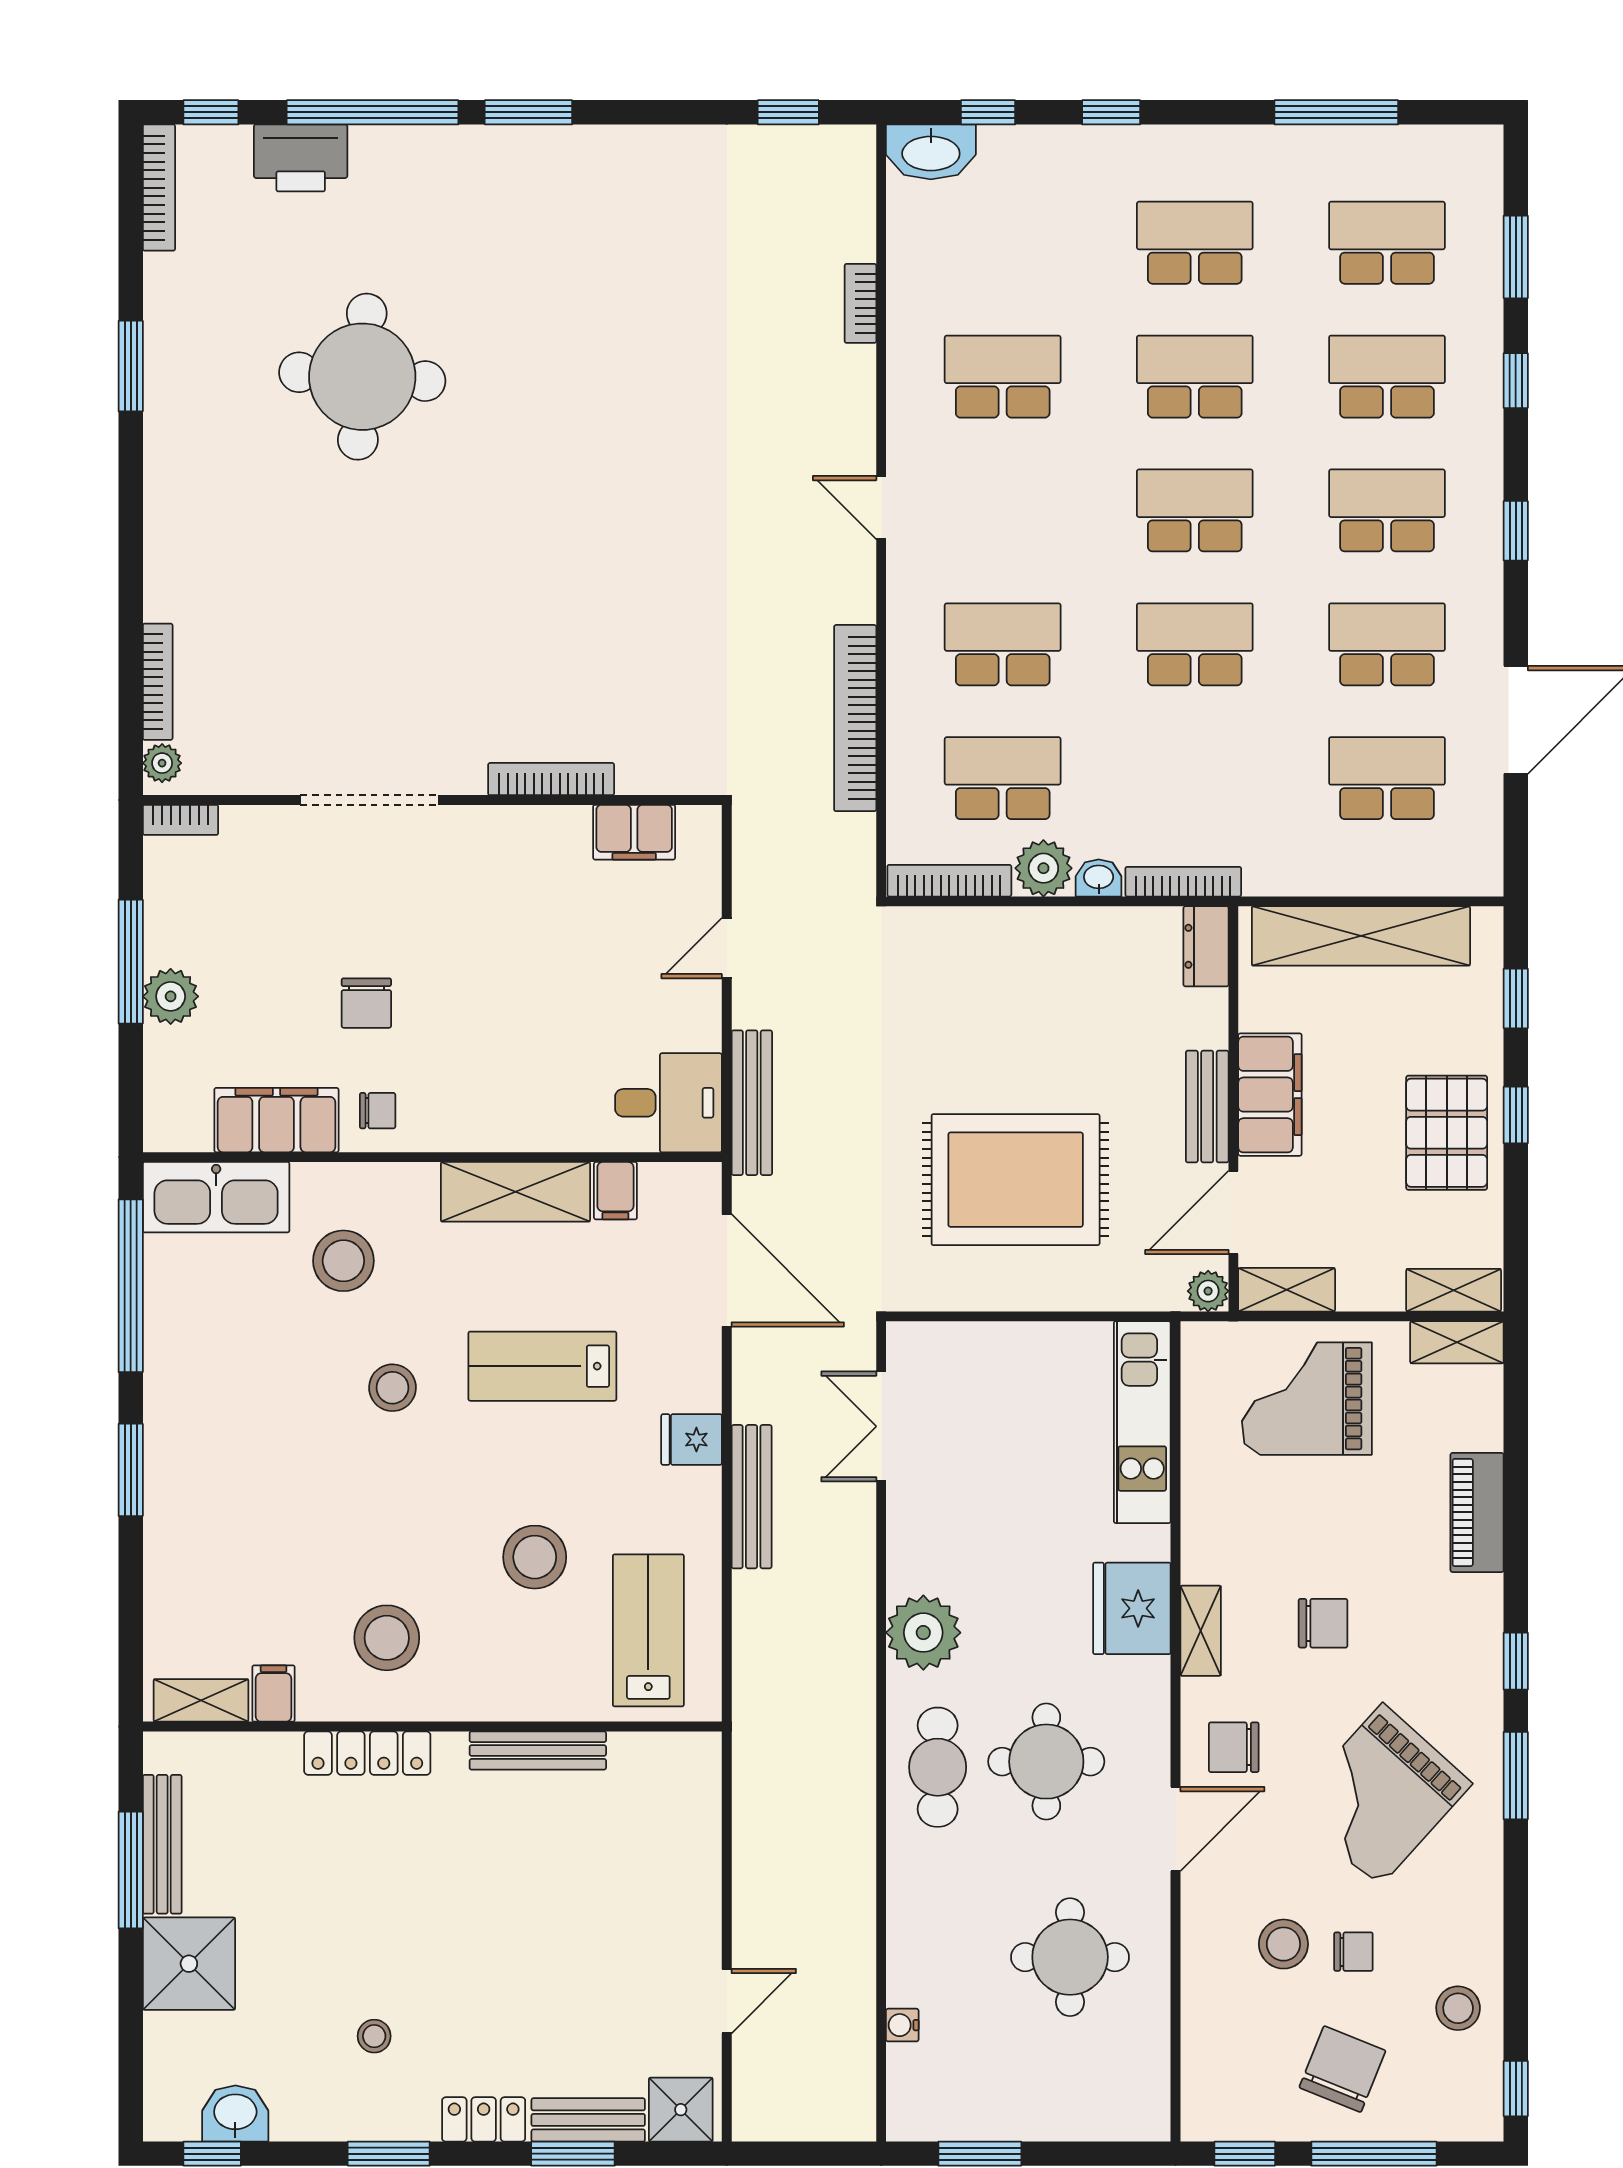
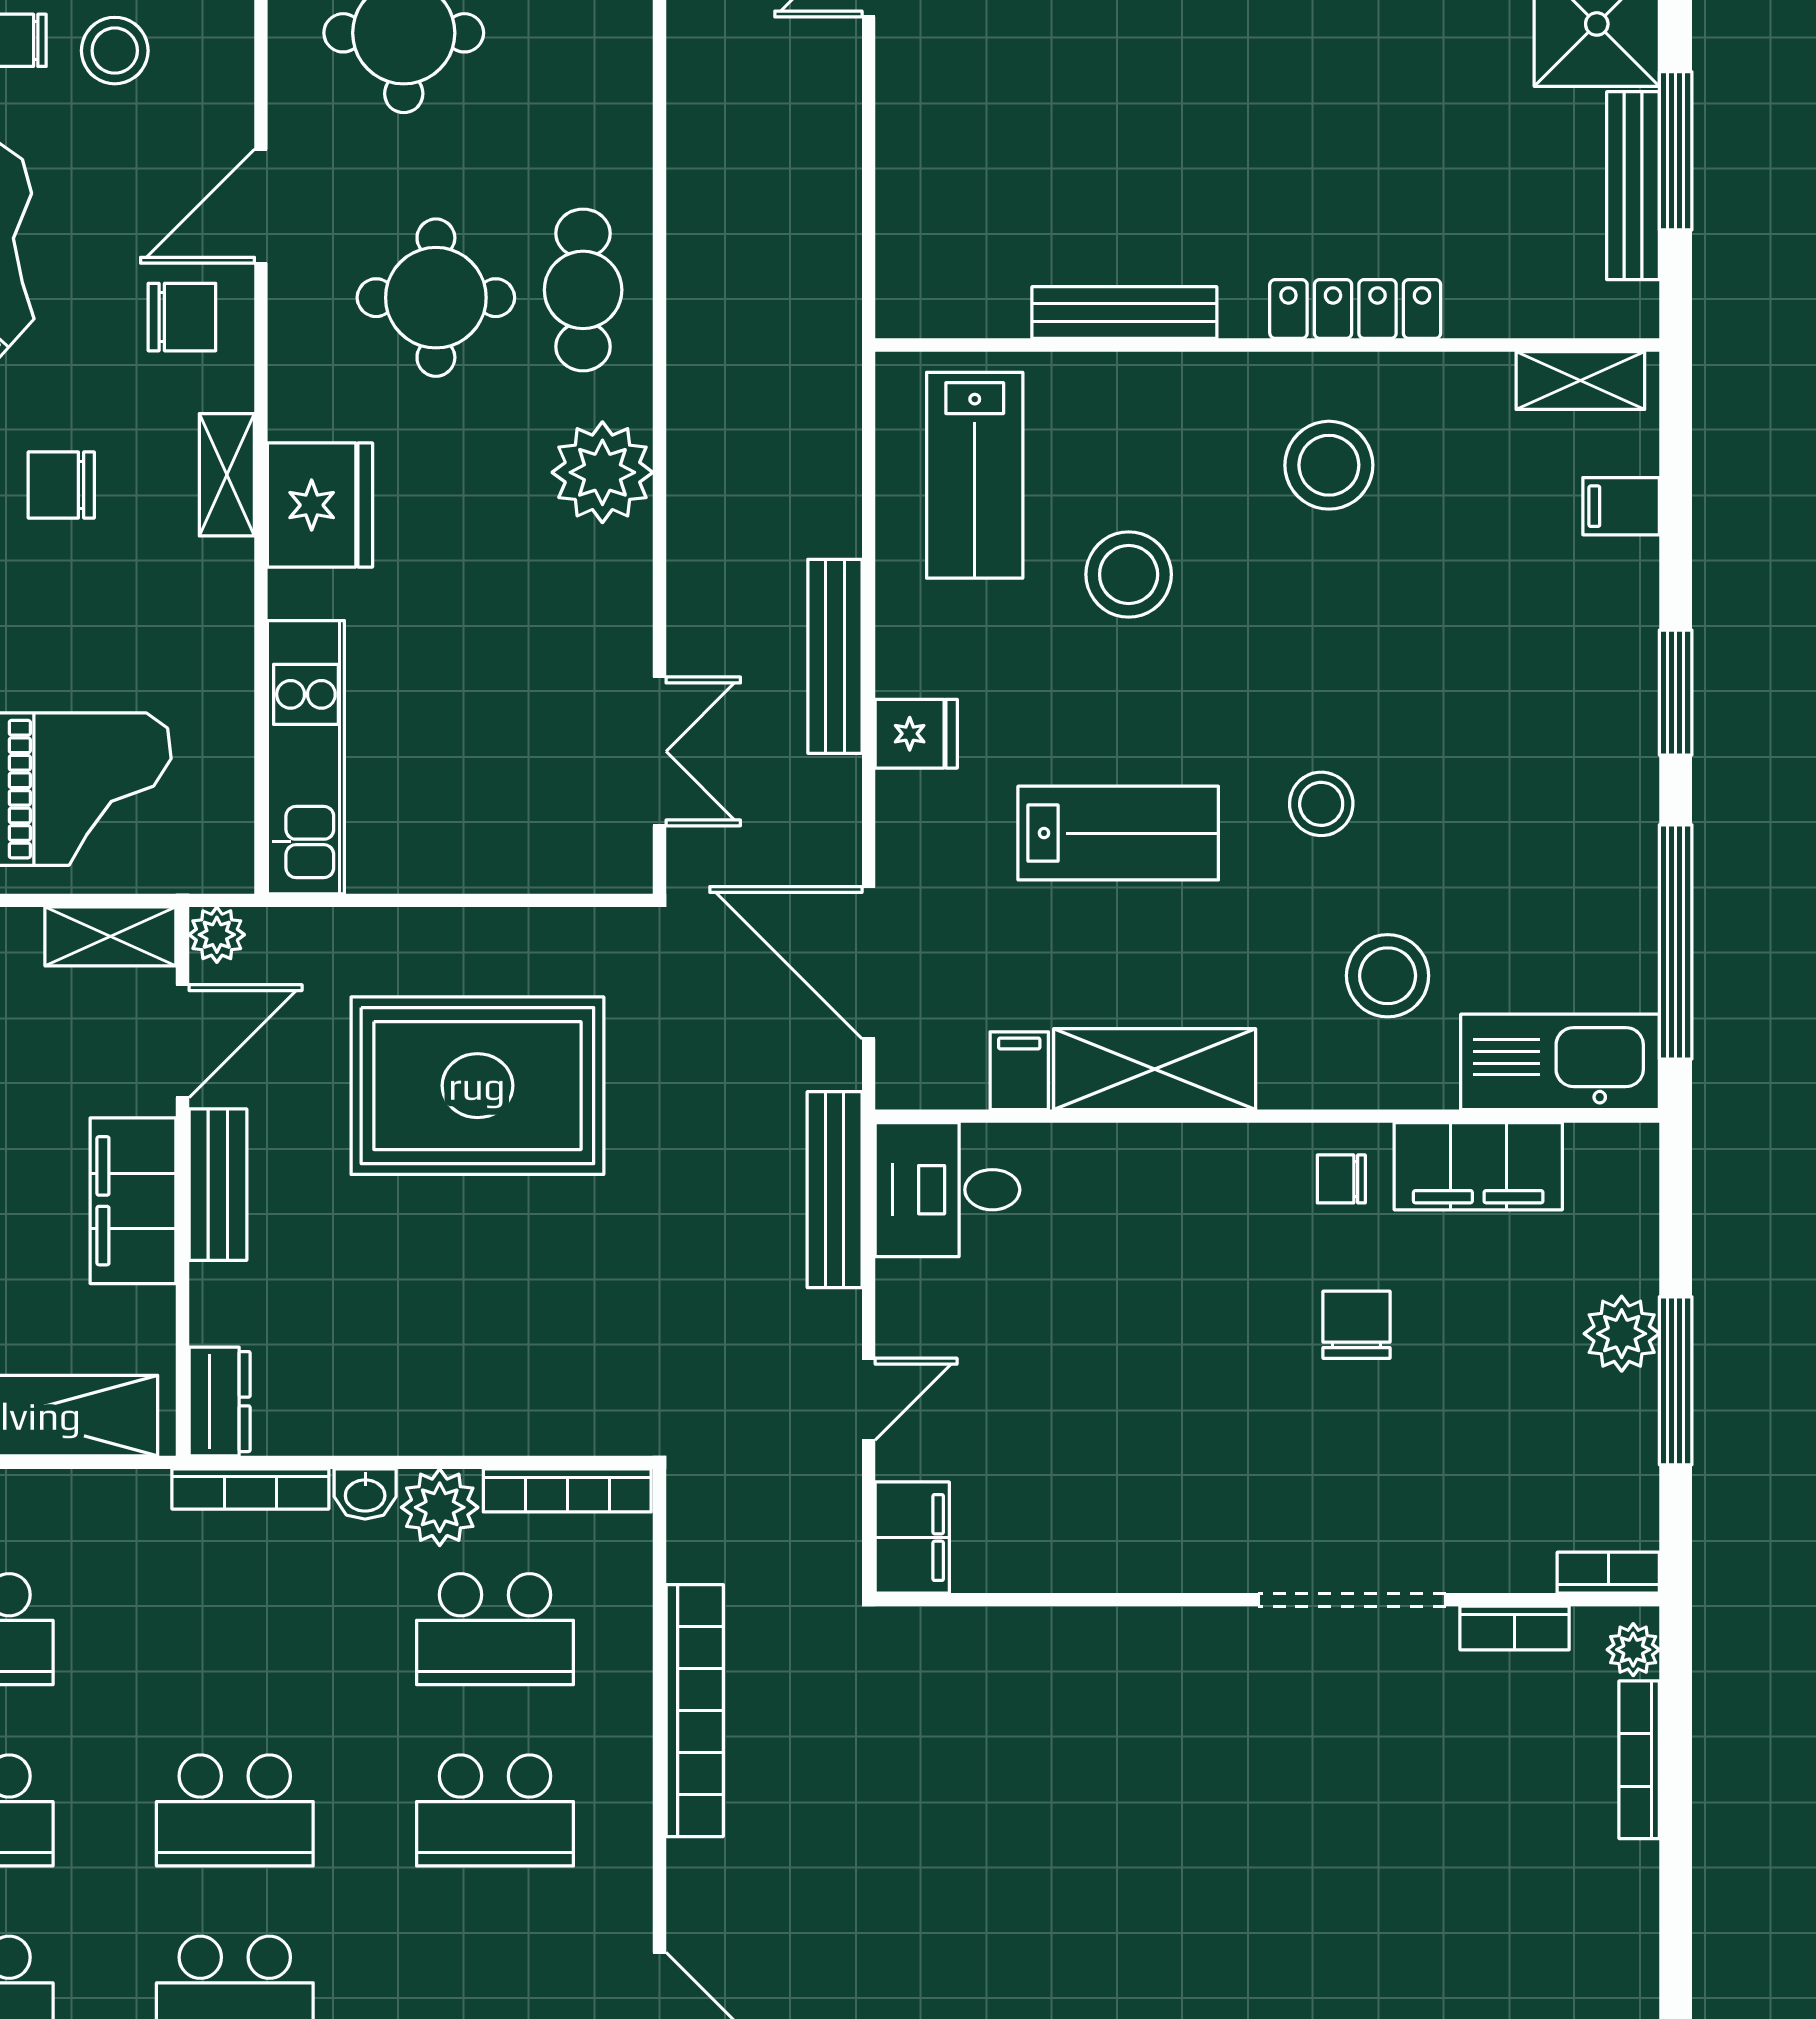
bookcase: (551, 779) -> (1515, 1628), moved, width x0.64
filing cabinet: (634, 832) -> (912, 1538), moved, turned 90
filing cabinet: (274, 1694) -> (1621, 506), moved, turned 90

